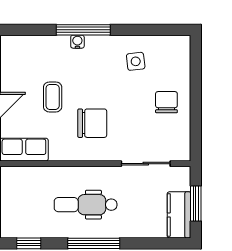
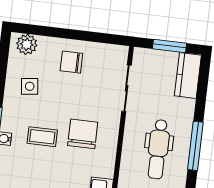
plant: (179, 53) -> (27, 44), added
coffee table: (53, 97) -> (42, 137), moved
kitchen counter: (179, 215) -> (188, 76), moved, turned 90

